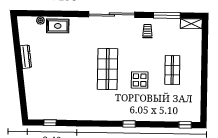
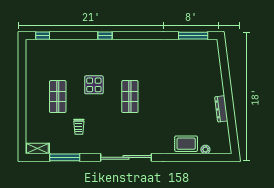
trolley: (147, 31) -> (79, 127), moved
shop shelf: (108, 69) -> (130, 97), width x0.70, depth x0.74
window: (50, 123) -> (193, 36), width x2.17

